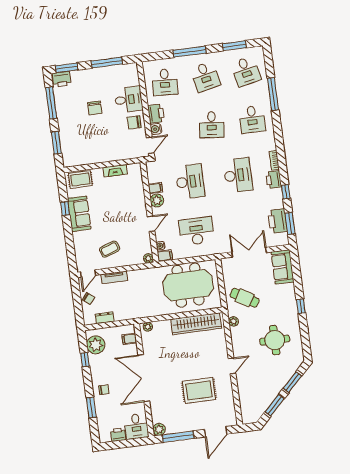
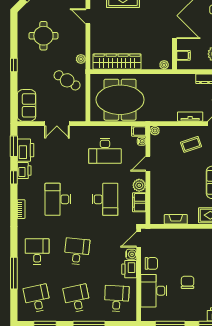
desk: (128, 100) -> (154, 291), width x1.37
printer: (274, 180) -> (24, 171), moved
desk: (190, 182) -> (105, 199), turned 180
filing cabinet: (155, 188) -> (139, 202), width x2.00
double door: (249, 252) -> (57, 124), width x0.73
door: (232, 366) -> (88, 16), hinge flipped

